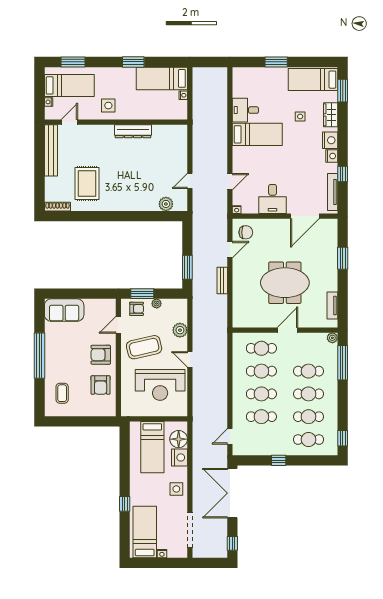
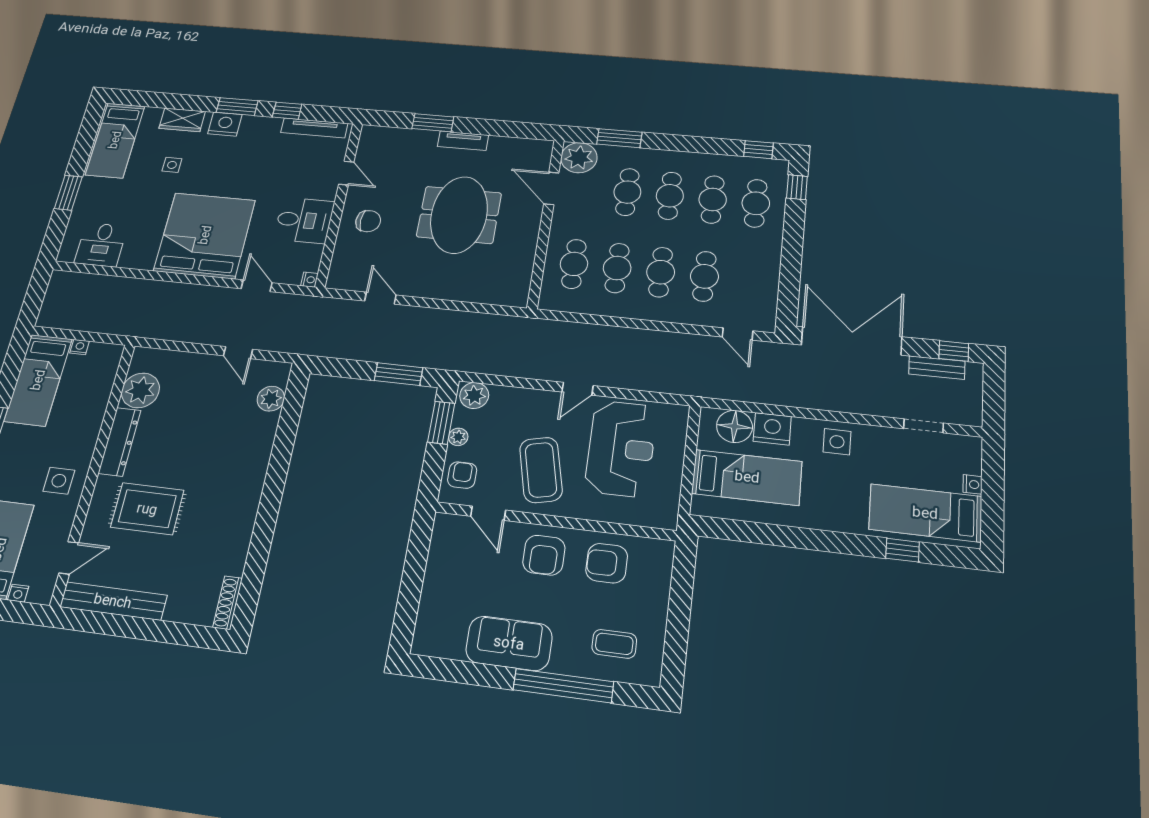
window: (343, 91) -> (237, 107), moved
desk: (245, 110) -> (101, 245), moved
door: (69, 122) -> (69, 558), swing flipped
bed: (257, 134) -> (205, 235), width x2.04
plant: (162, 135) -> (140, 390), added
nightstand: (332, 156) -> (252, 124), removed
rug: (87, 183) -> (147, 509), moved
door: (305, 216) -> (346, 173), width x0.53
chair: (246, 232) -> (368, 221), moved, turned 90
bench: (222, 280) -> (937, 368), moved
window: (142, 294) -> (441, 423), moved
tv unit: (332, 305) -> (463, 141), moved
sofa: (64, 310) -> (509, 643), moved, turned -90
plant: (180, 330) -> (474, 395), moved
door: (287, 330) -> (551, 188), moved
plant: (332, 338) -> (579, 158), width x1.88, depth x1.88
window: (39, 356) -> (563, 686), moved
window: (343, 363) -> (619, 138), width x0.69
armchair: (101, 385) -> (607, 563), turned 180
window: (279, 460) -> (797, 187), moved
double door: (232, 493) -> (852, 341), swing flipped
window: (125, 504) -> (903, 550), moved
doorway: (190, 530) -> (923, 426), width x0.53

